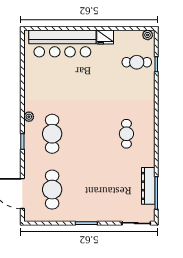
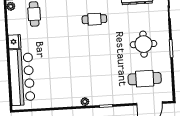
cafe table: (52, 134) -> (98, 81), removed
round table: (93, 191) -> (144, 44), added

